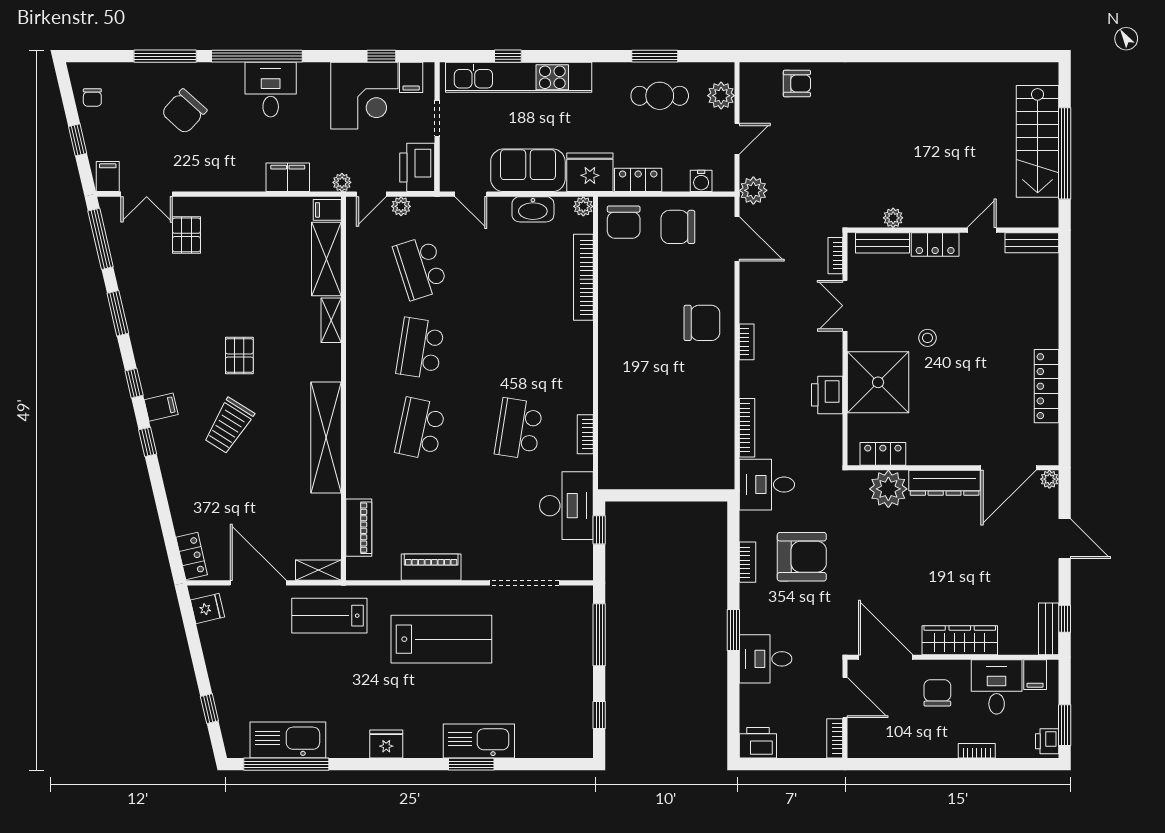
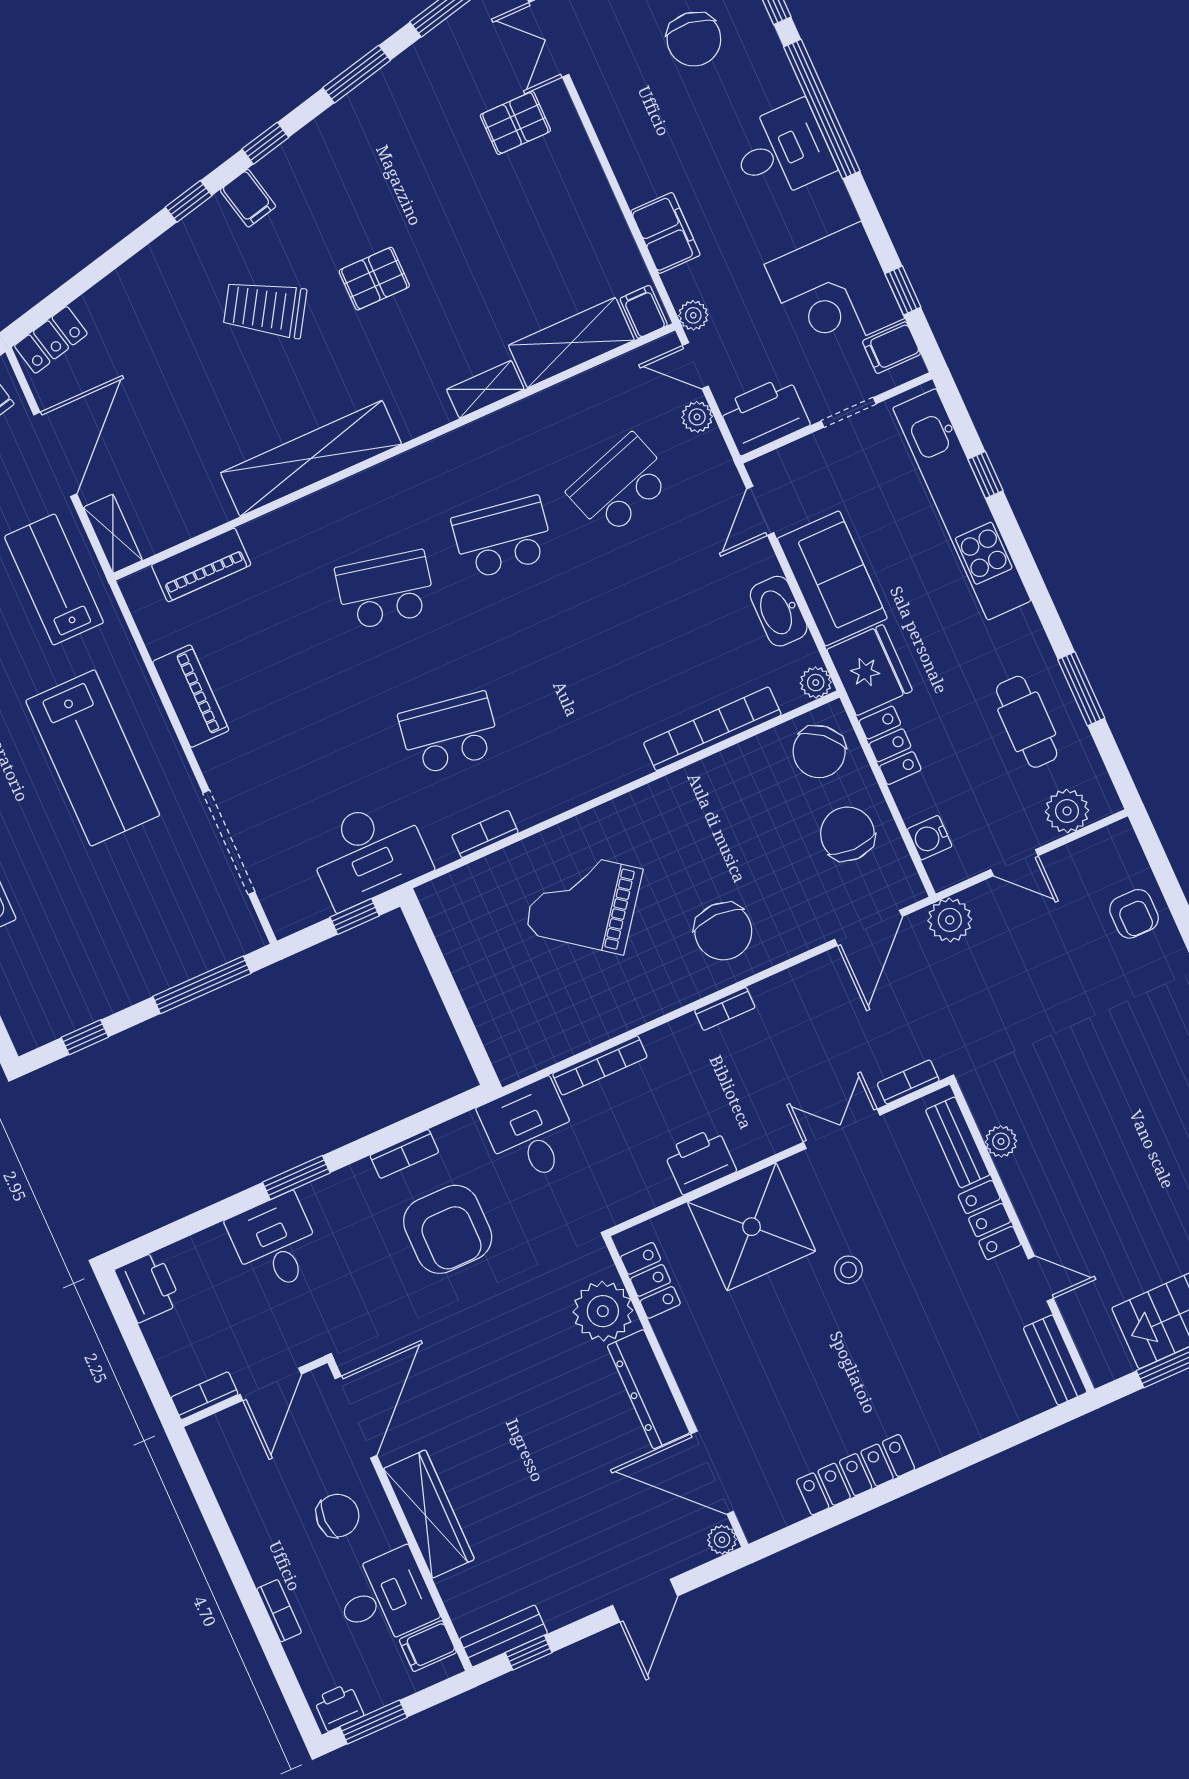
chair: (184, 111) -> (694, 39), turned -125
chair: (624, 222) -> (819, 752), turned -49
grand piano: (649, 395) -> (584, 901), added

